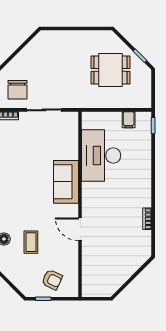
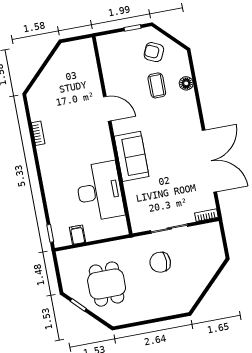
dining table: (111, 70) -> (107, 284), turned 90
chair: (17, 90) -> (160, 262), moved, turned -90
armchair: (52, 280) -> (154, 52), moved

